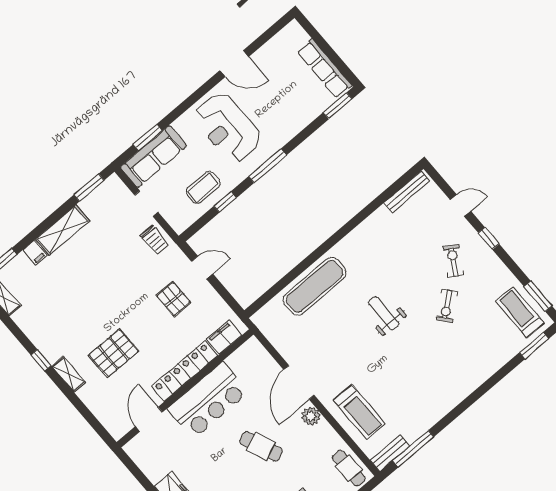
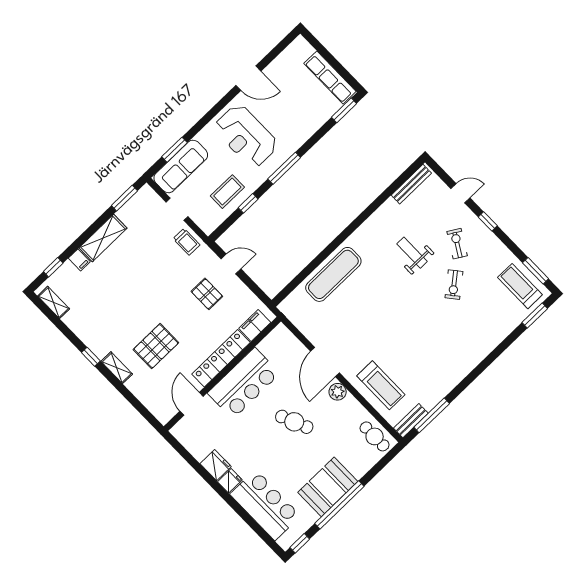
weight bench: (384, 313) -> (412, 253), moved

